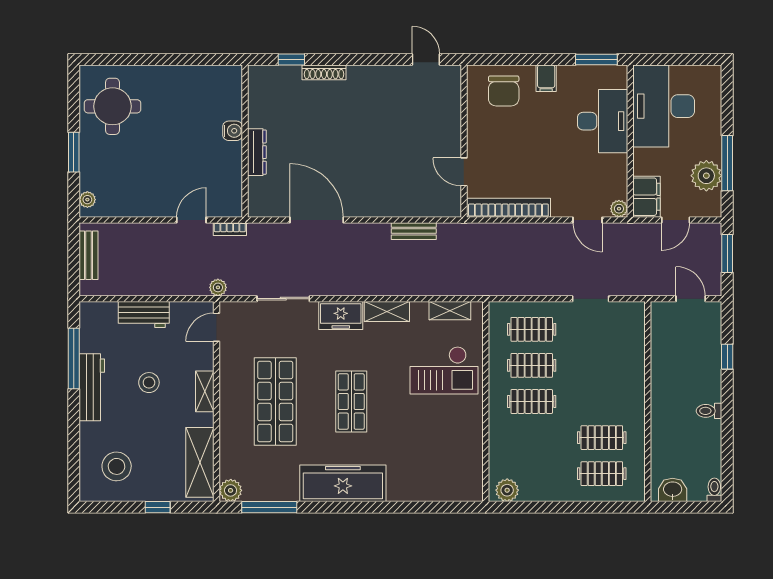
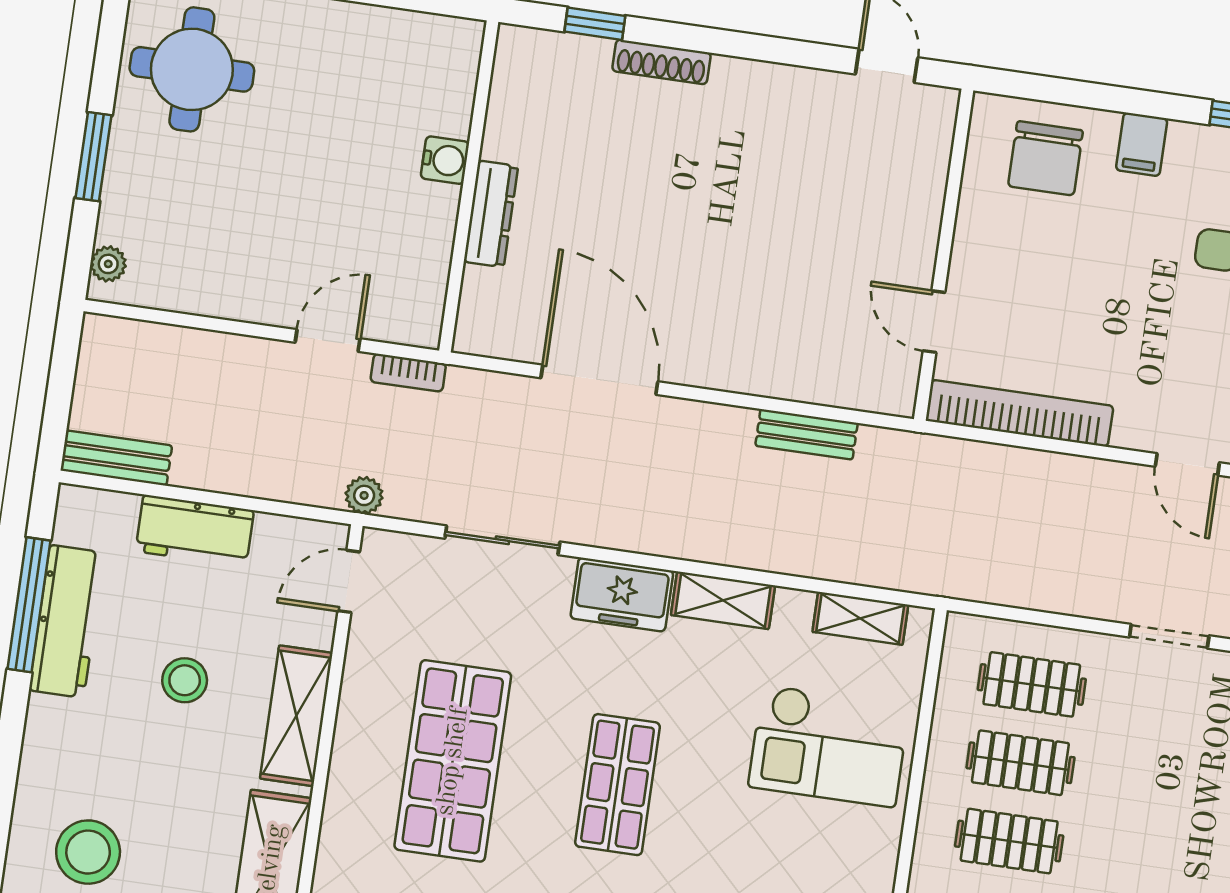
bench: (89, 255) -> (116, 458), moved, turned 90
workbench: (92, 387) -> (67, 621), moved
shelving: (205, 391) -> (296, 716), width x1.50, depth x1.33

